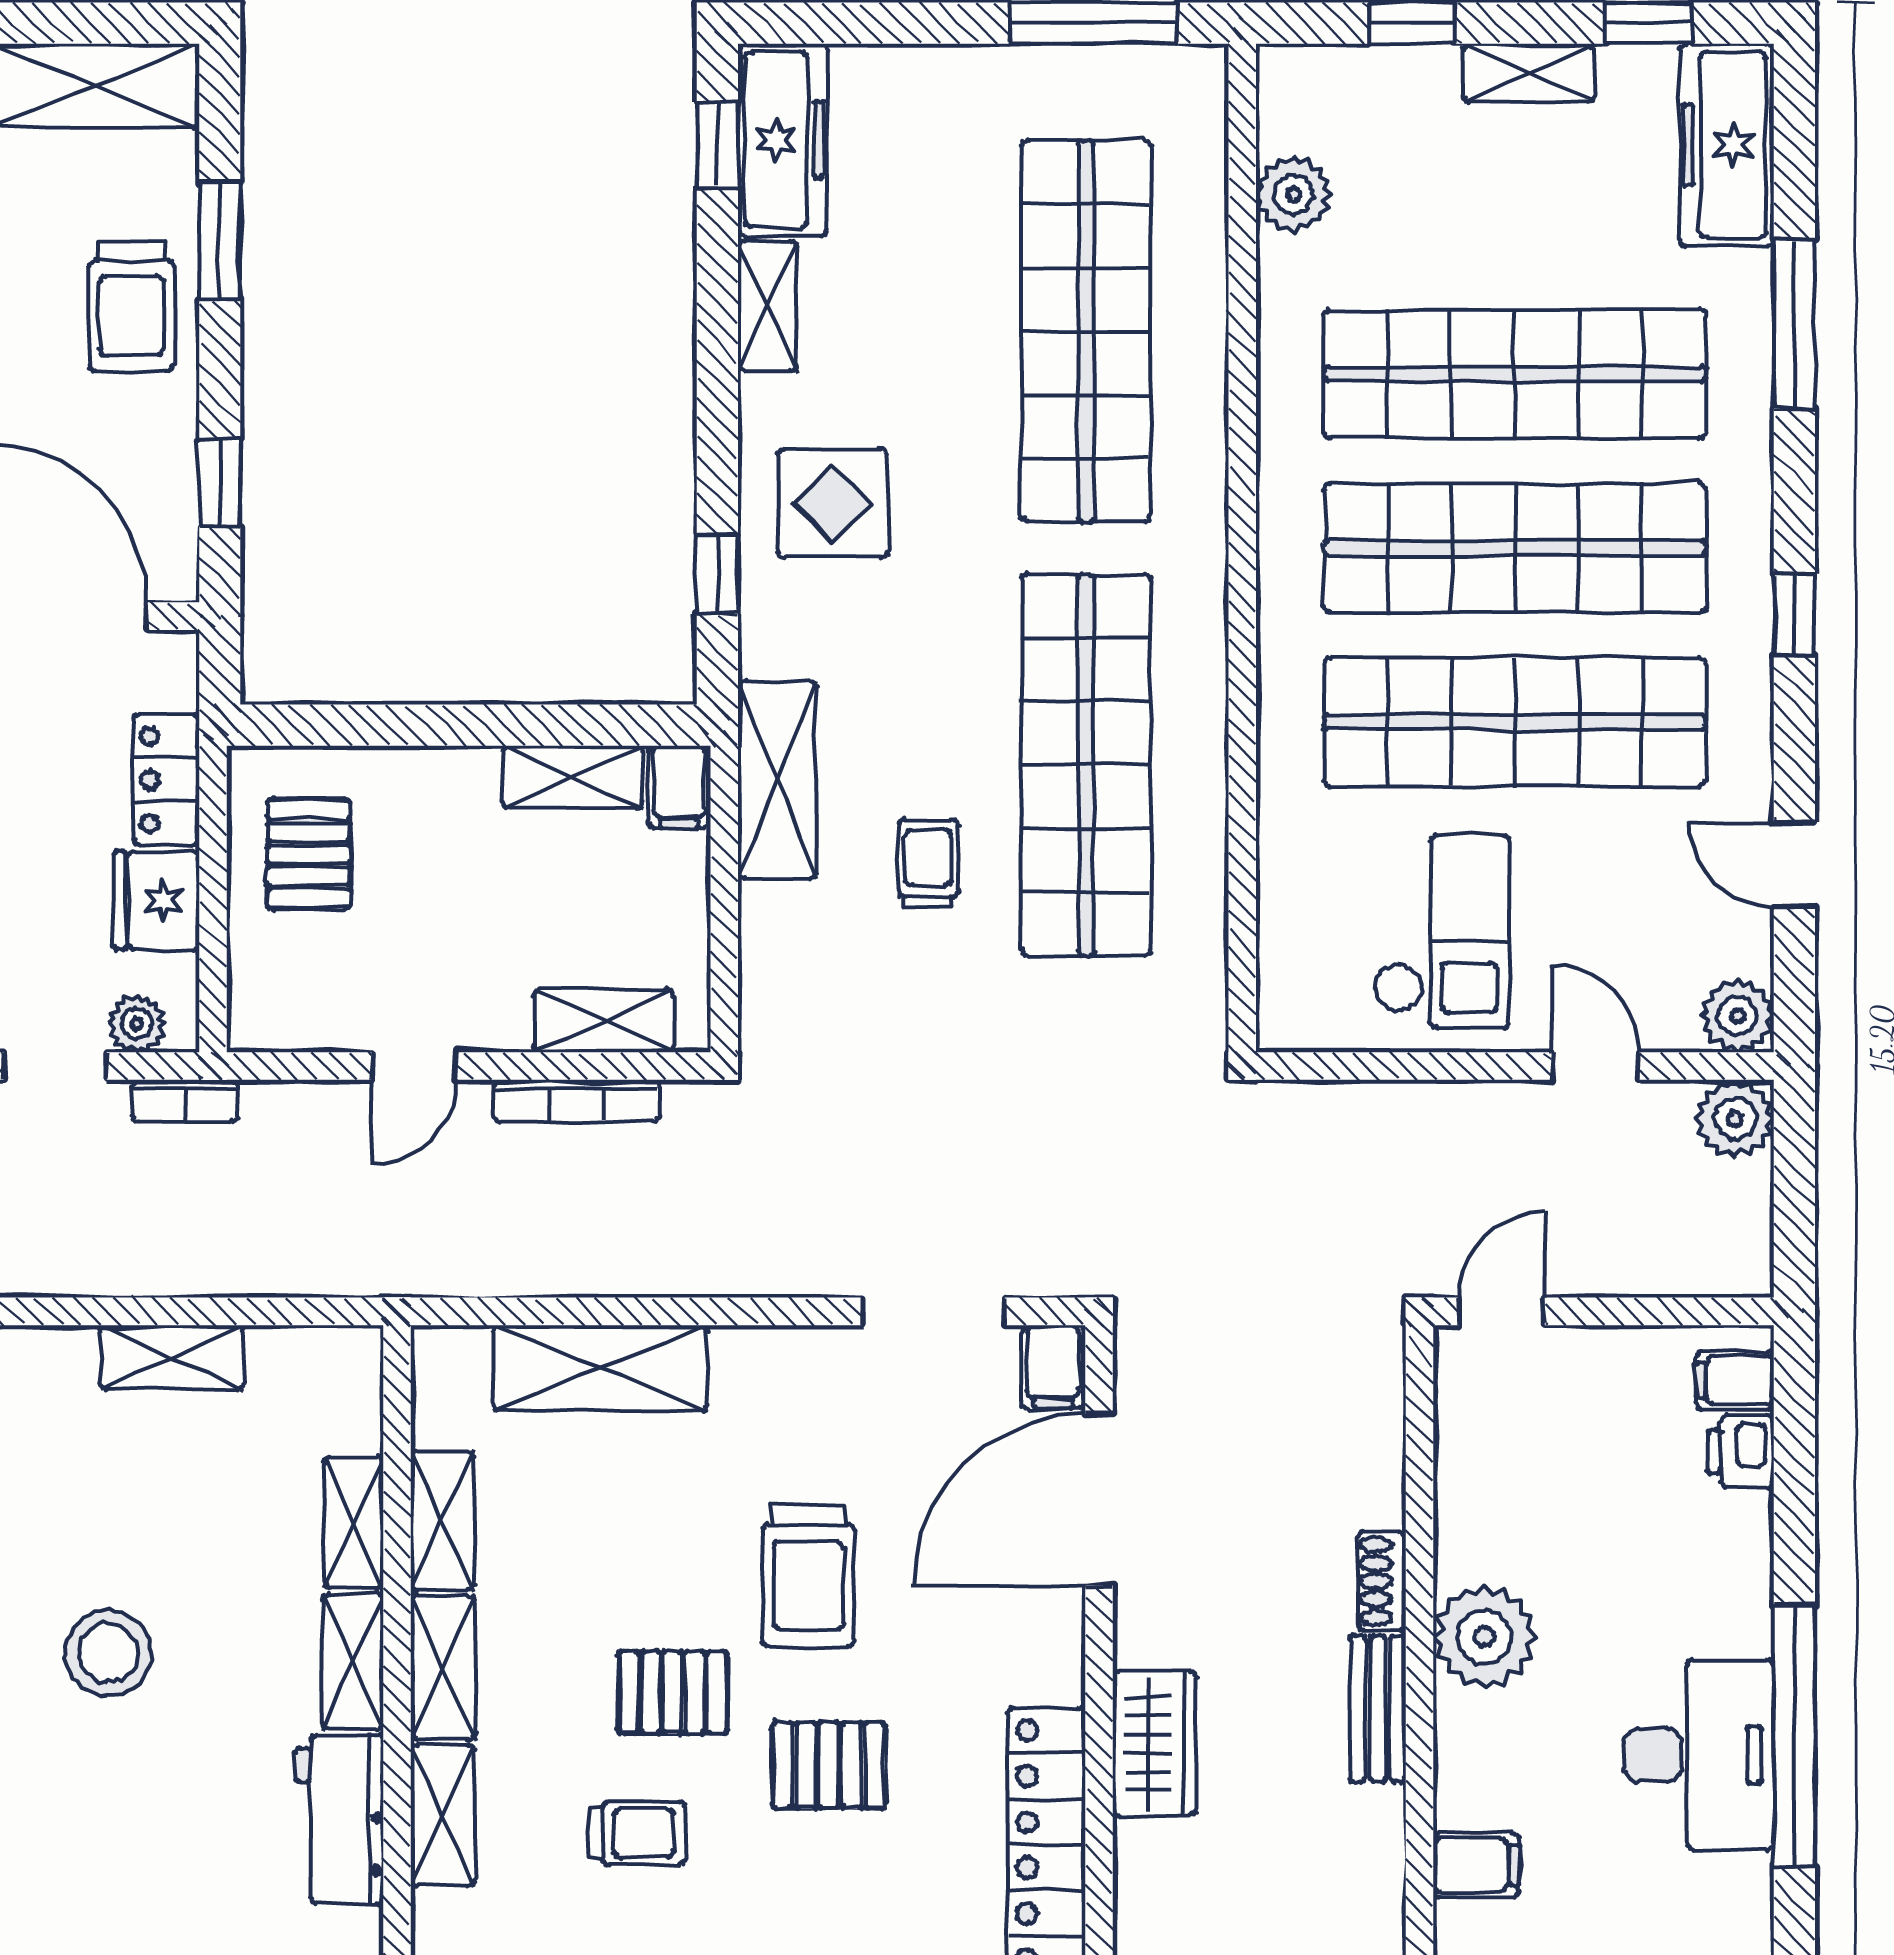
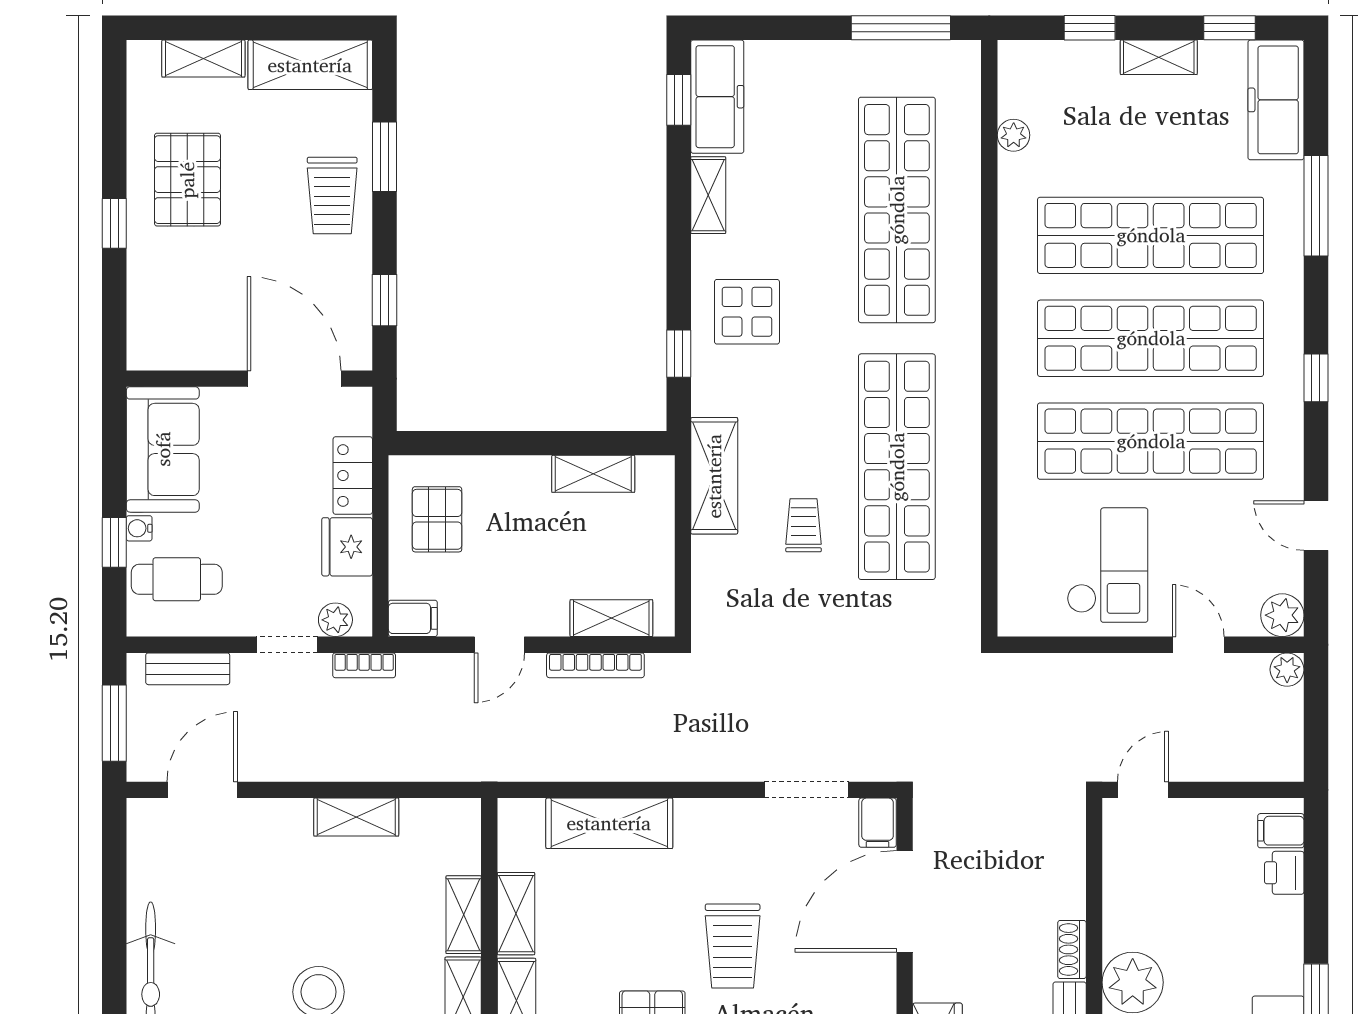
plant: (1293, 194) -> (1014, 135), width x0.73, depth x0.73
filing cabinet: (679, 787) -> (413, 618), moved, turned -90
plant: (1735, 1119) -> (1287, 670), width x0.73, depth x0.73

